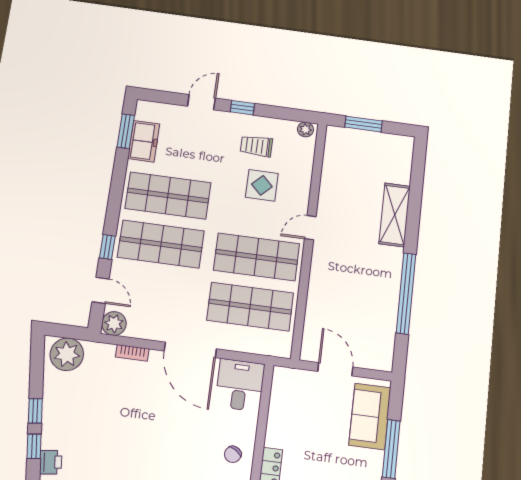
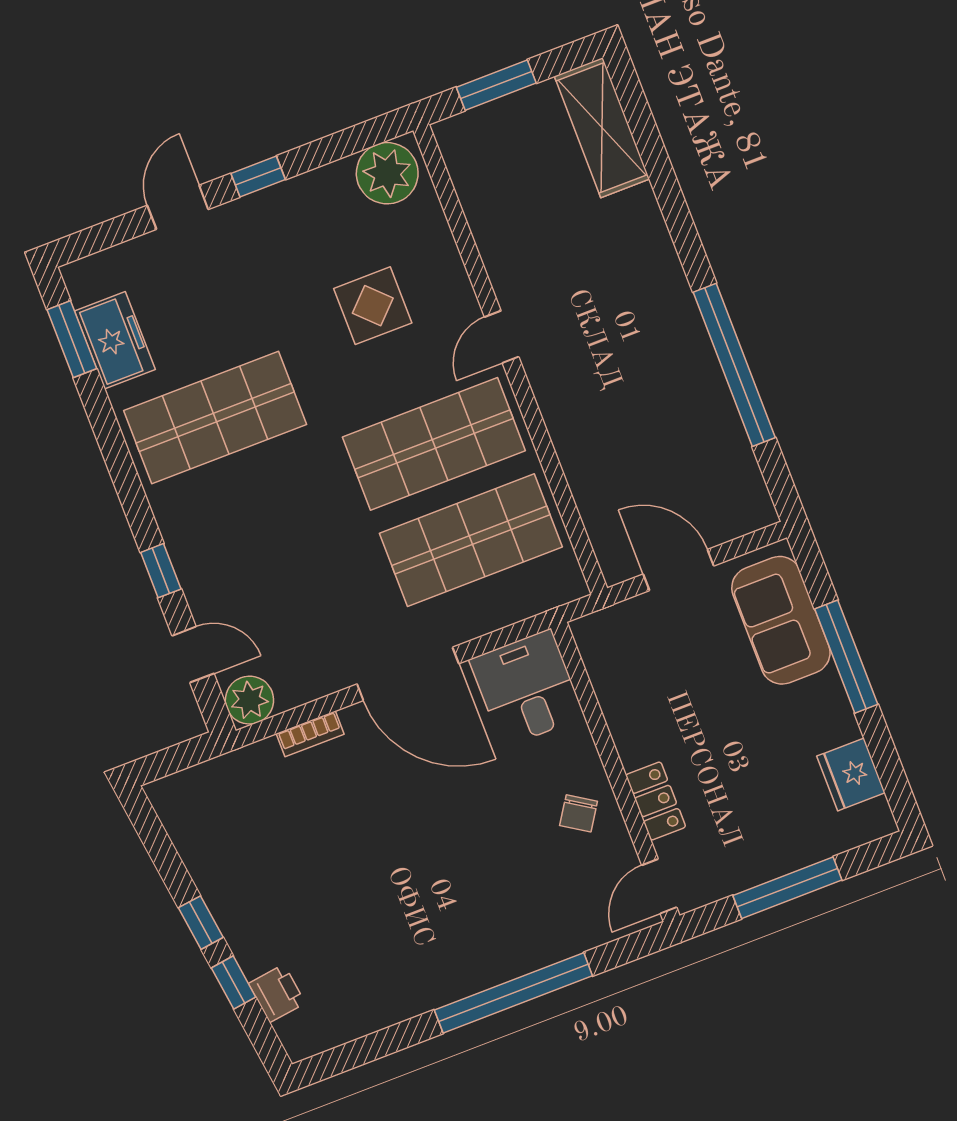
plant: (305, 129) -> (387, 173), width x1.88, depth x1.88
trolley: (256, 146) -> (323, 236), removed
shelving: (395, 215) -> (602, 128), moved
shop shelf: (161, 244) -> (252, 514), removed
plant: (67, 354) -> (199, 798), removed

